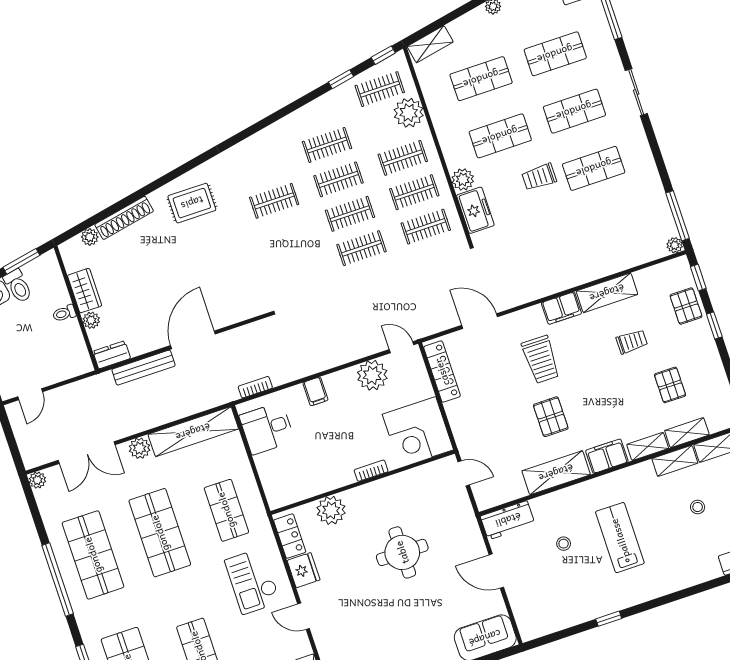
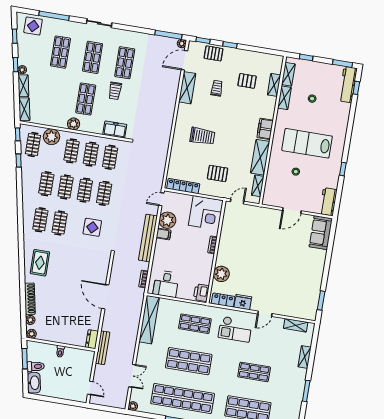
shelving: (468, 22) -> (23, 86), added
shop shelf: (481, 79) -> (54, 94), removed
clothes rail: (263, 166) -> (40, 220), added
plant: (463, 179) -> (74, 124), moved
display table: (295, 258) -> (92, 227), added
wardrobe: (85, 291) -> (55, 336), removed
filing cabinet: (561, 308) -> (183, 113), removed
plant: (91, 320) -> (32, 334), moved
door: (480, 321) -> (184, 60), moved
bench: (326, 359) -> (148, 238), added
bench: (143, 368) -> (103, 348), moved
filing cabinet: (315, 391) -> (164, 234), moved
pallet: (551, 417) -> (218, 173), moved
shelving: (648, 446) -> (258, 186), moved
plant: (140, 448) -> (143, 349), removed
double door: (87, 453) -> (132, 376), width x0.73
printer: (283, 494) -> (201, 293), added
workbench: (508, 520) -> (328, 202), moved, turned 180
lab bench: (620, 538) -> (307, 143), width x1.36, depth x1.39
round table: (402, 552) -> (259, 251), removed
shop shelf: (93, 555) -> (183, 399), width x1.40

